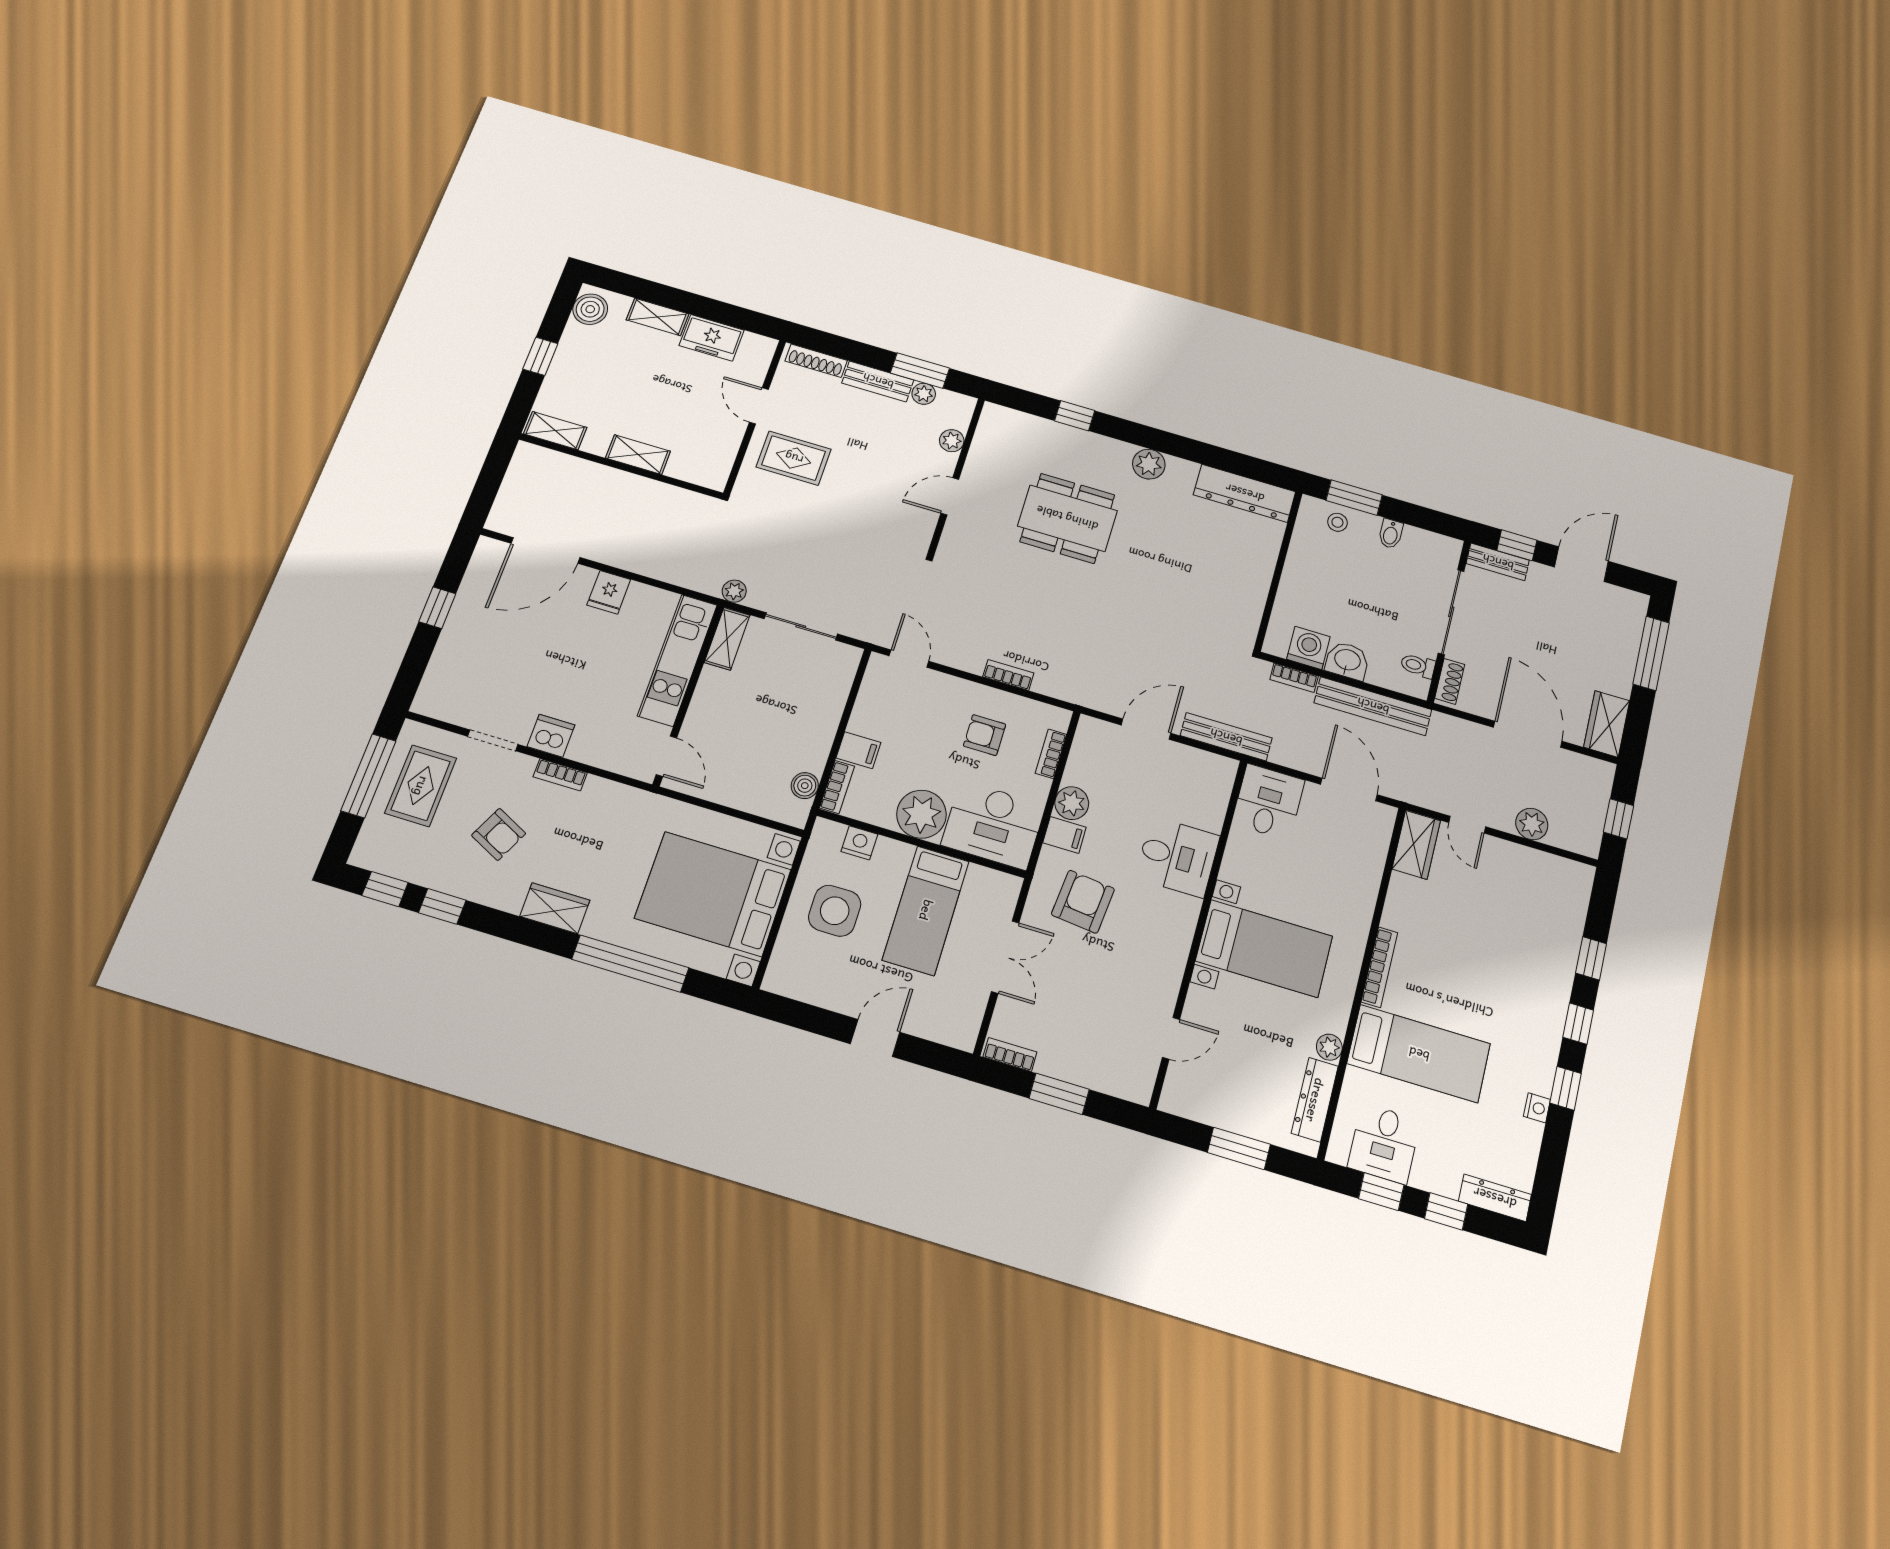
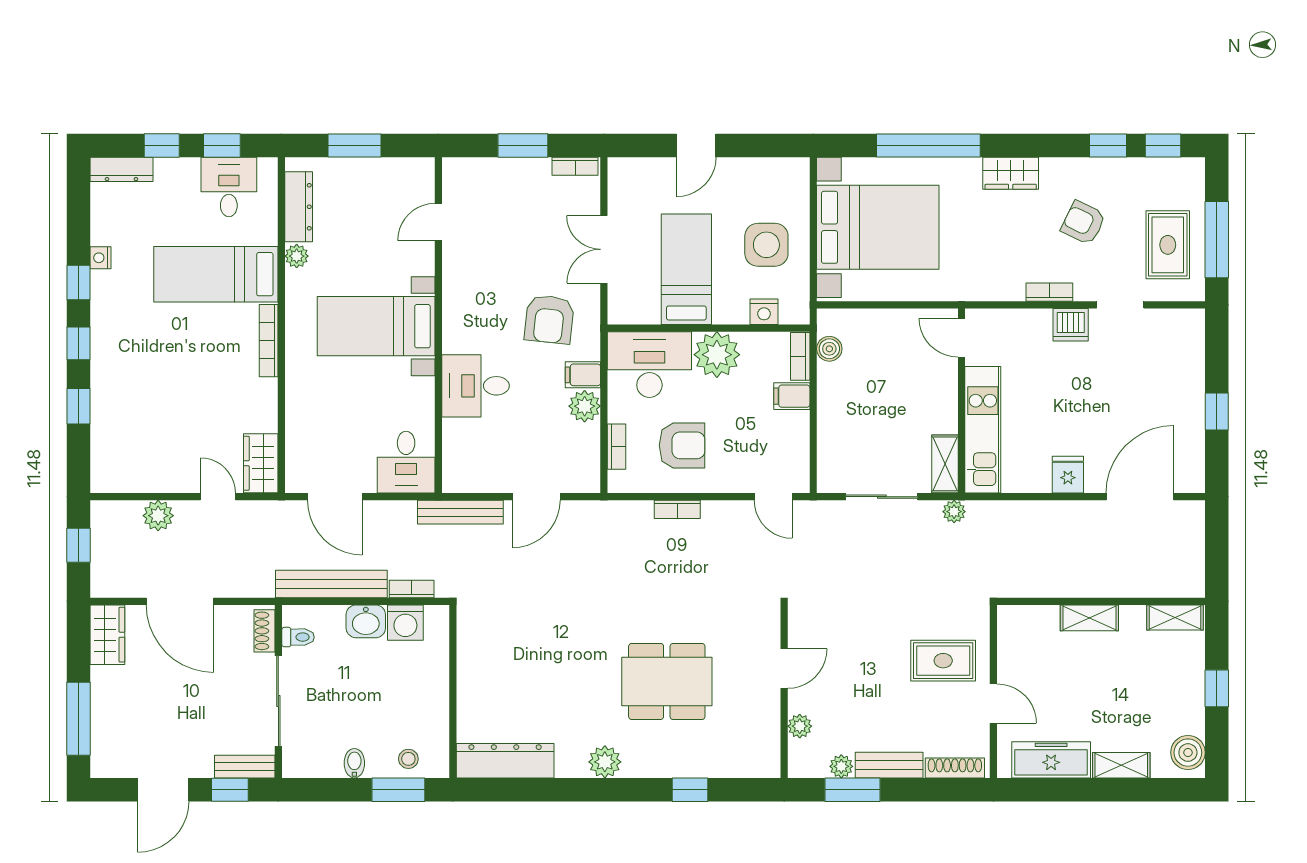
freezer: (712, 338) -> (1051, 760), width x1.40
armchair: (985, 735) -> (682, 445), width x1.38, depth x1.38

